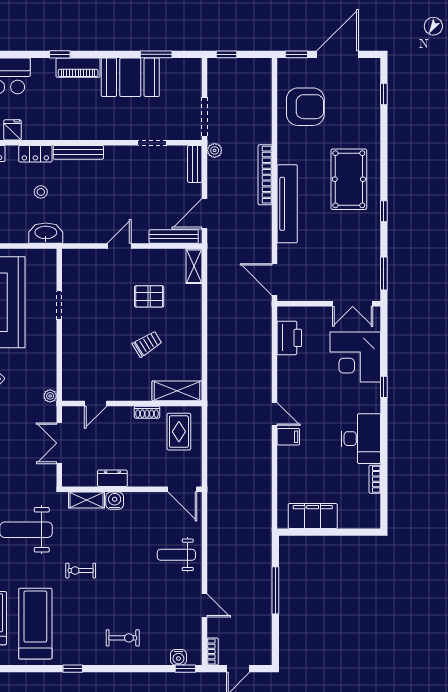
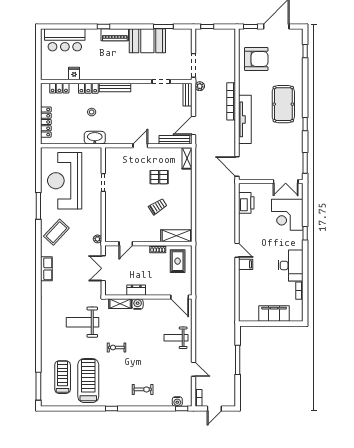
filing cabinet: (313, 516) -> (274, 314), moved

